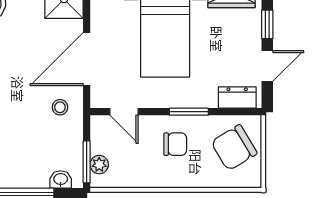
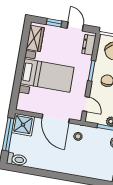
door: (124, 112) -> (86, 104), hinge flipped

